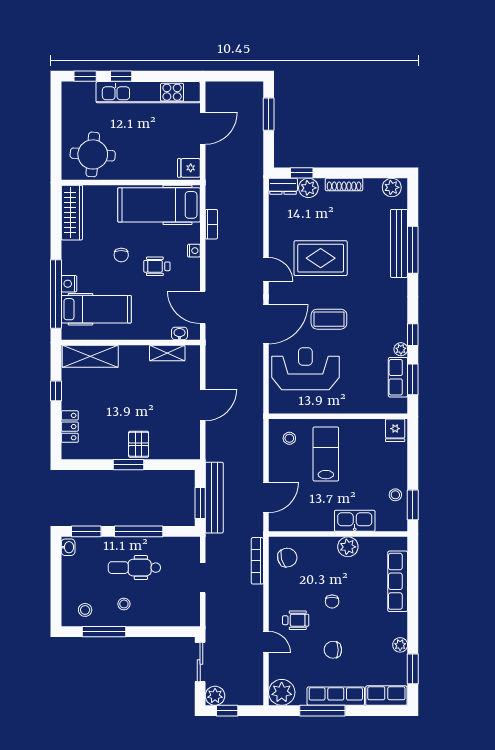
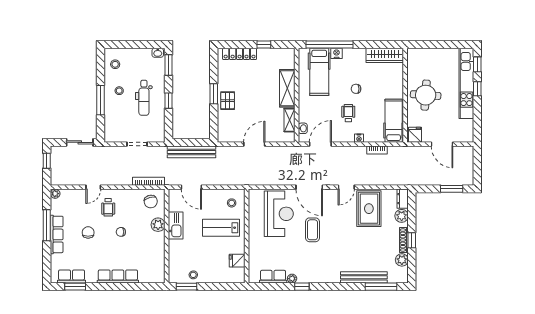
kitchen unit: (148, 92) -> (466, 83), moved
round table: (93, 154) -> (426, 95), moved
window: (302, 173) -> (412, 240), moved
plant: (392, 187) -> (402, 260), moved
hospital bed: (159, 205) -> (394, 121), width x0.73, depth x0.78
window: (413, 250) -> (381, 287), moved
rug: (321, 258) -> (369, 209), moved
shelving: (90, 356) -> (287, 88), moved
window: (413, 379) -> (272, 287), removed
door: (203, 405) -> (254, 144), swing flipped
locker: (70, 427) -> (240, 54), width x1.53
fridge: (395, 430) -> (237, 261), moved
pallet: (139, 444) -> (228, 101), turned 90
lab bench: (326, 454) -> (221, 228), turned 180
window: (200, 503) -> (188, 142), removed
kitchen sink: (355, 521) -> (176, 225), moved
window: (139, 531) -> (168, 101), width x0.46
plant: (348, 547) -> (158, 225), moved
dental chair: (134, 568) -> (144, 98), turned 180
row of seats: (398, 581) -> (118, 276), moved
window: (104, 632) -> (100, 100), moved
plant: (400, 645) -> (91, 278), removed
plant: (282, 692) -> (55, 194), width x0.53, depth x0.53
plant: (215, 696) -> (57, 152), removed
row of seats: (386, 696) -> (72, 276), moved, turned -90

